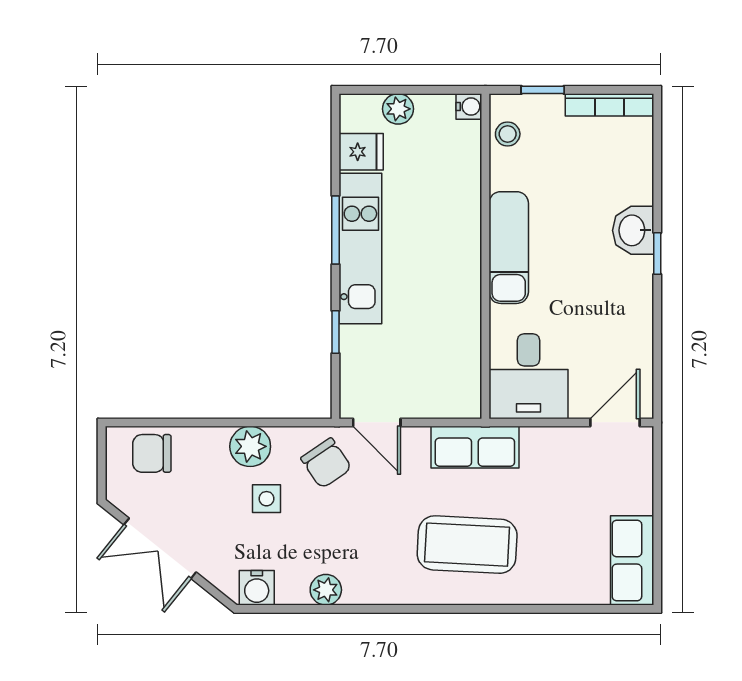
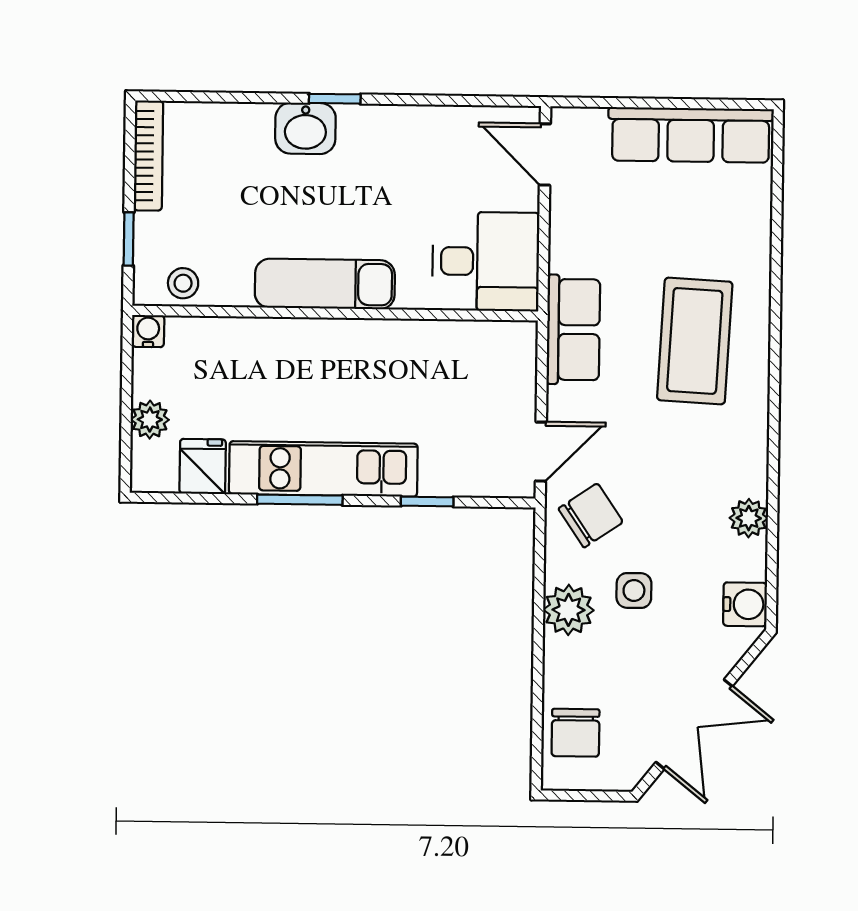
row of seats: (632, 560) -> (691, 135), width x1.48

